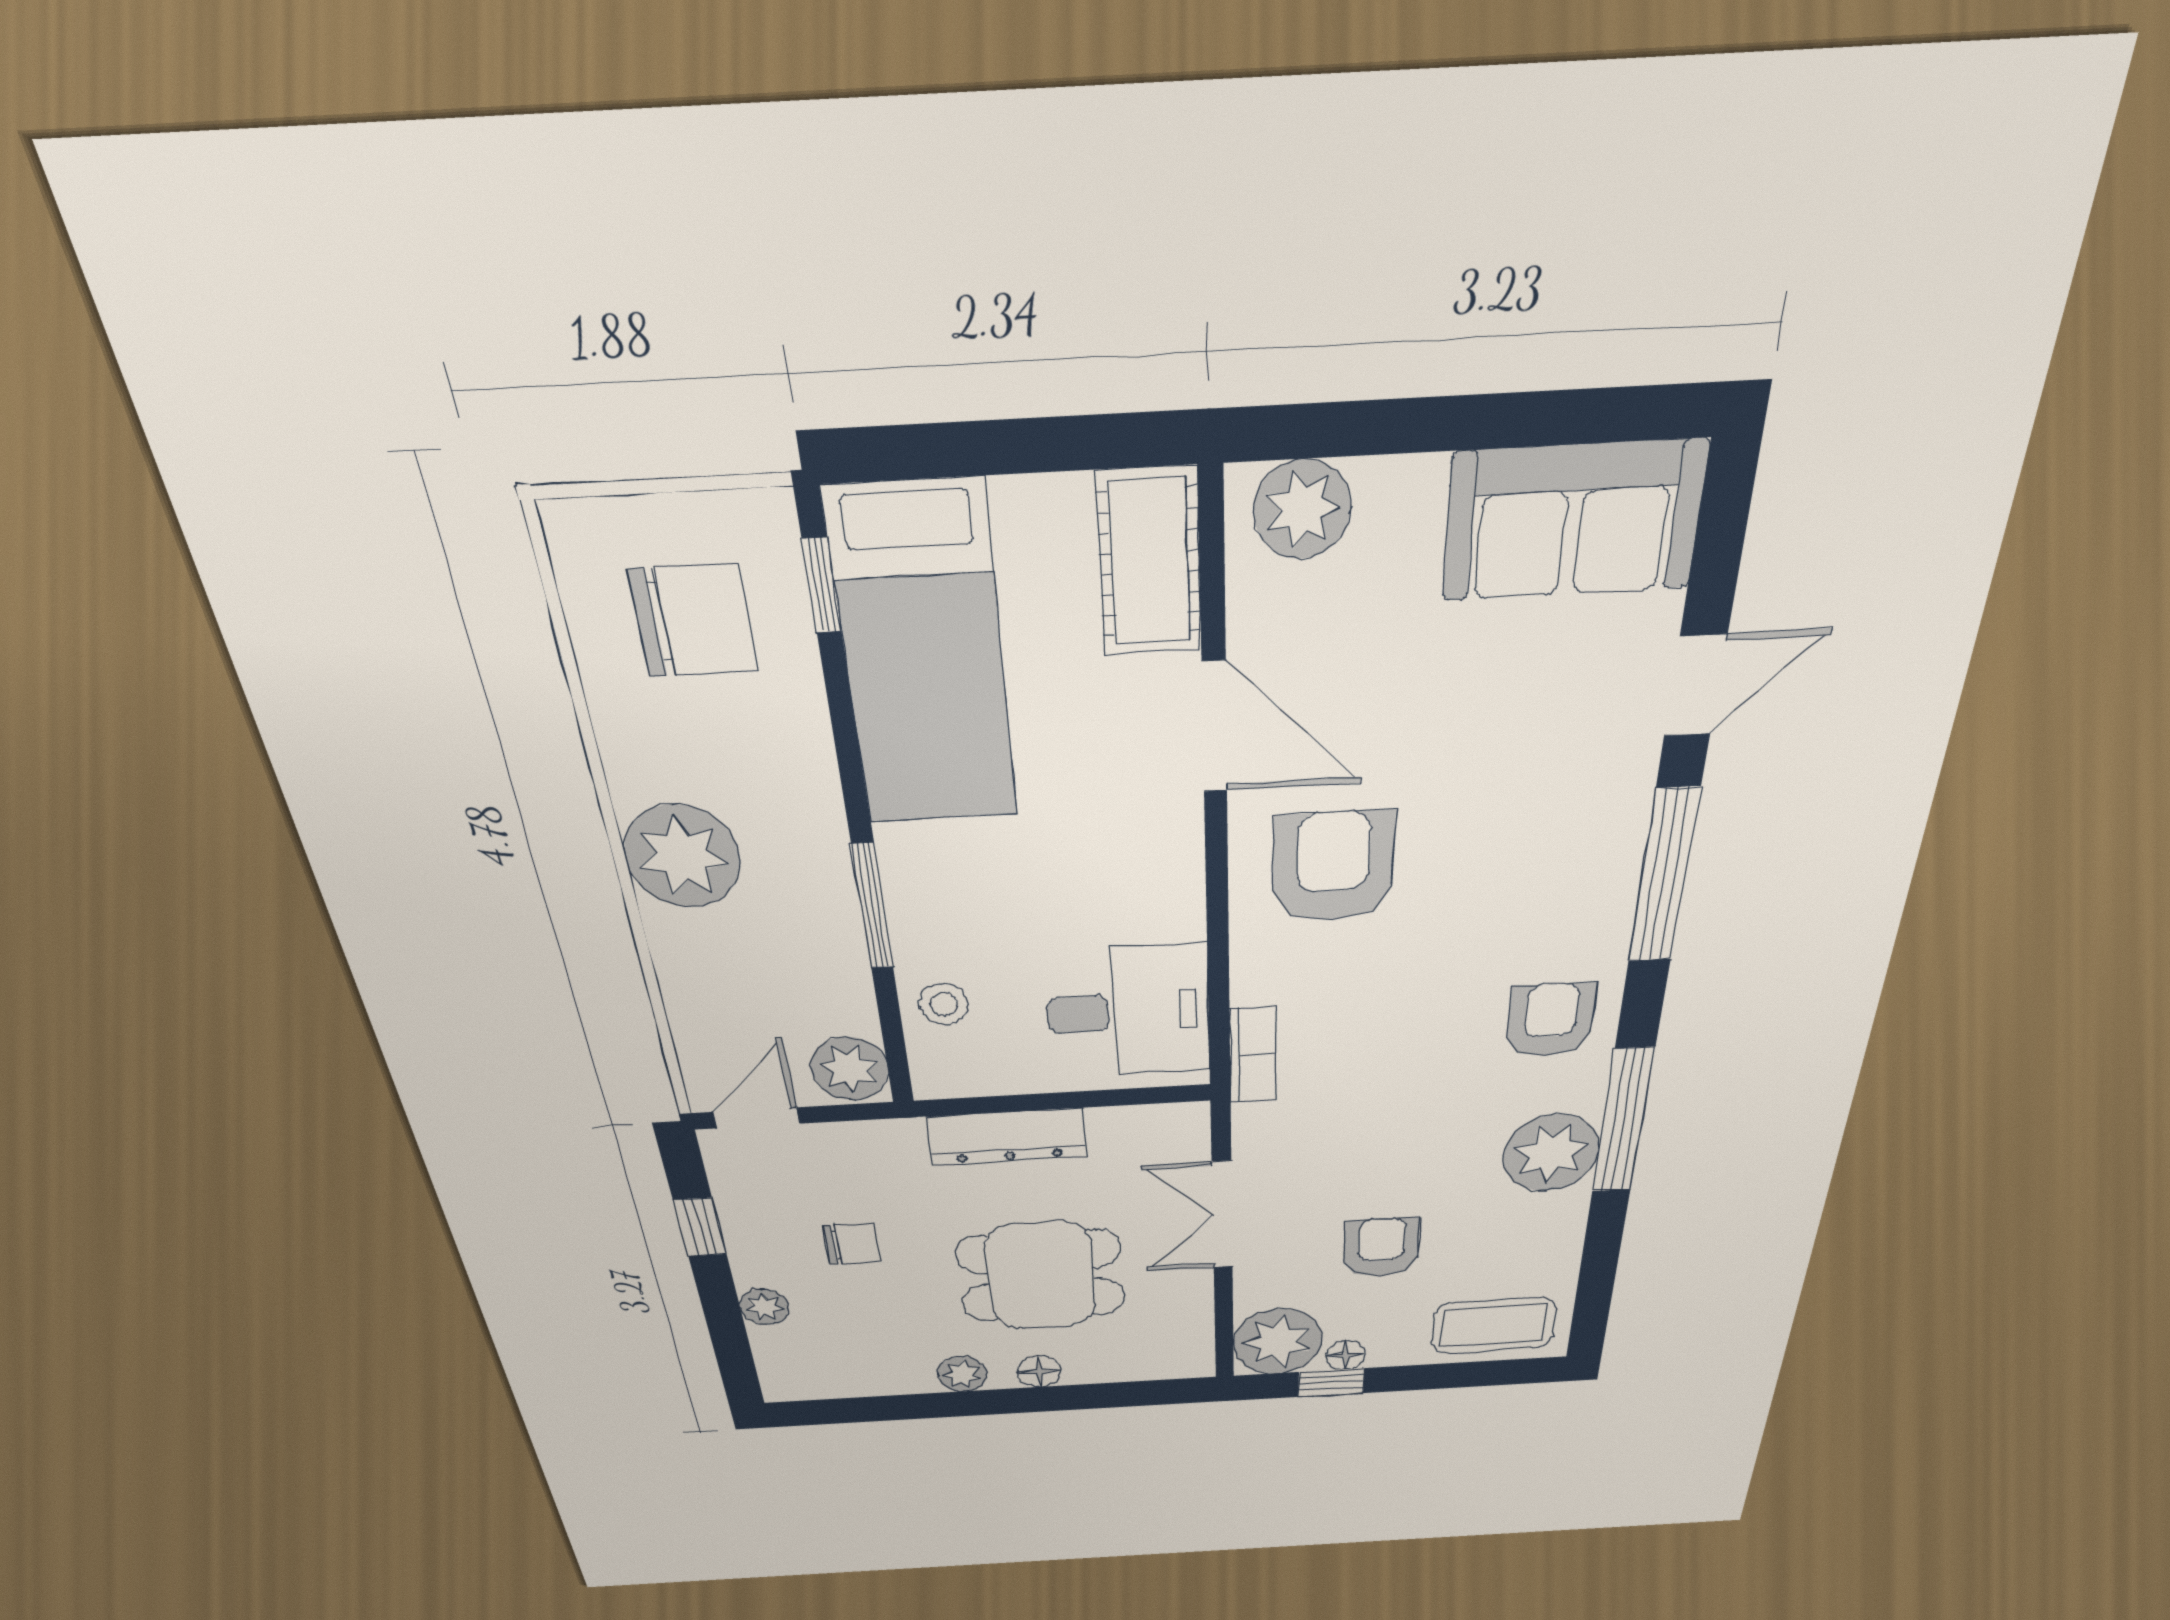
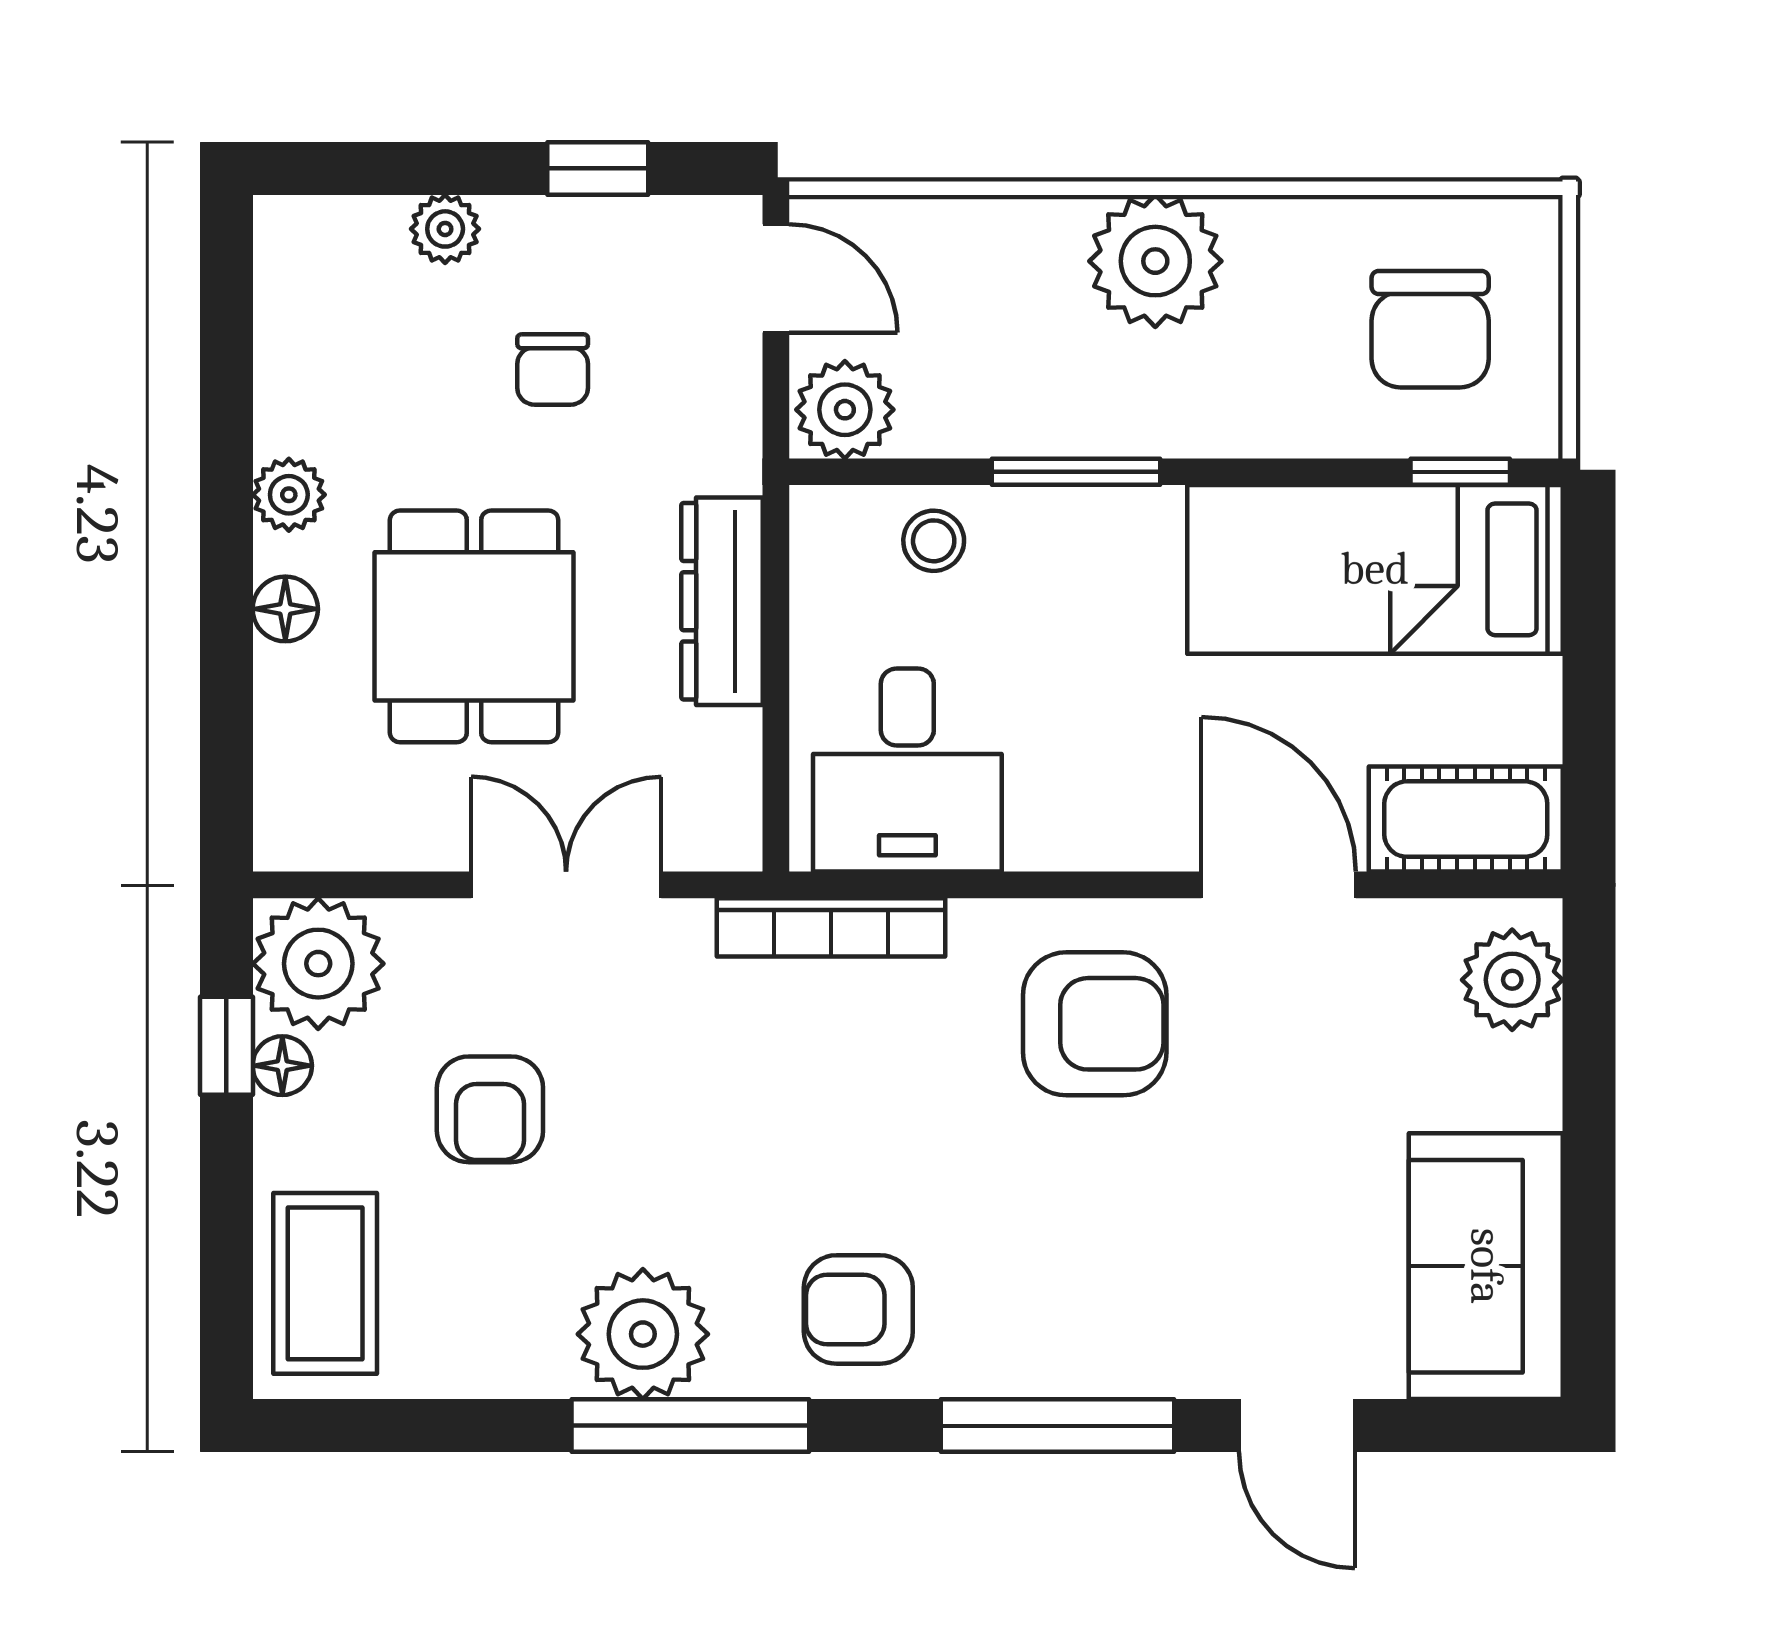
door: (1215, 727) -> (1279, 885), swing flipped
armchair: (1550, 1021) -> (858, 1309), turned 180
bookcase: (1253, 1055) -> (831, 927), width x1.56
armchair: (1381, 1248) -> (490, 1109), turned 90

